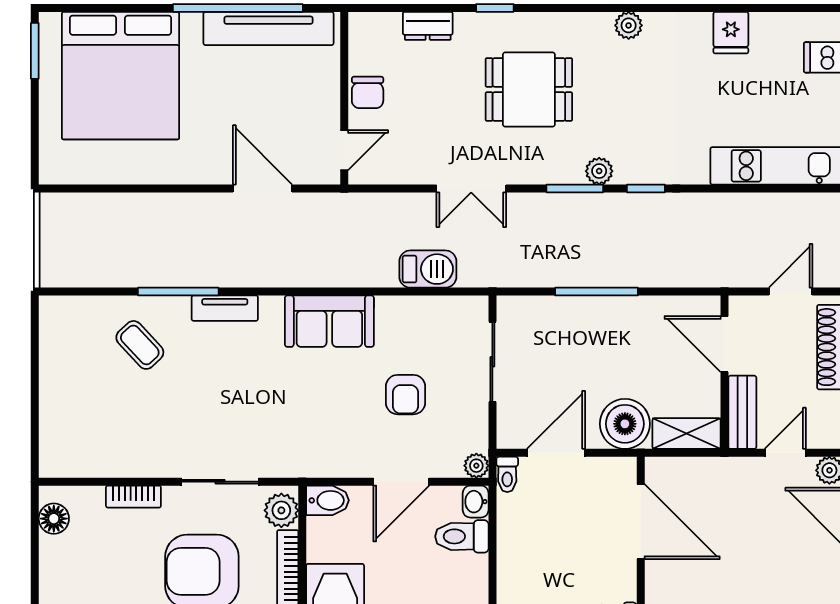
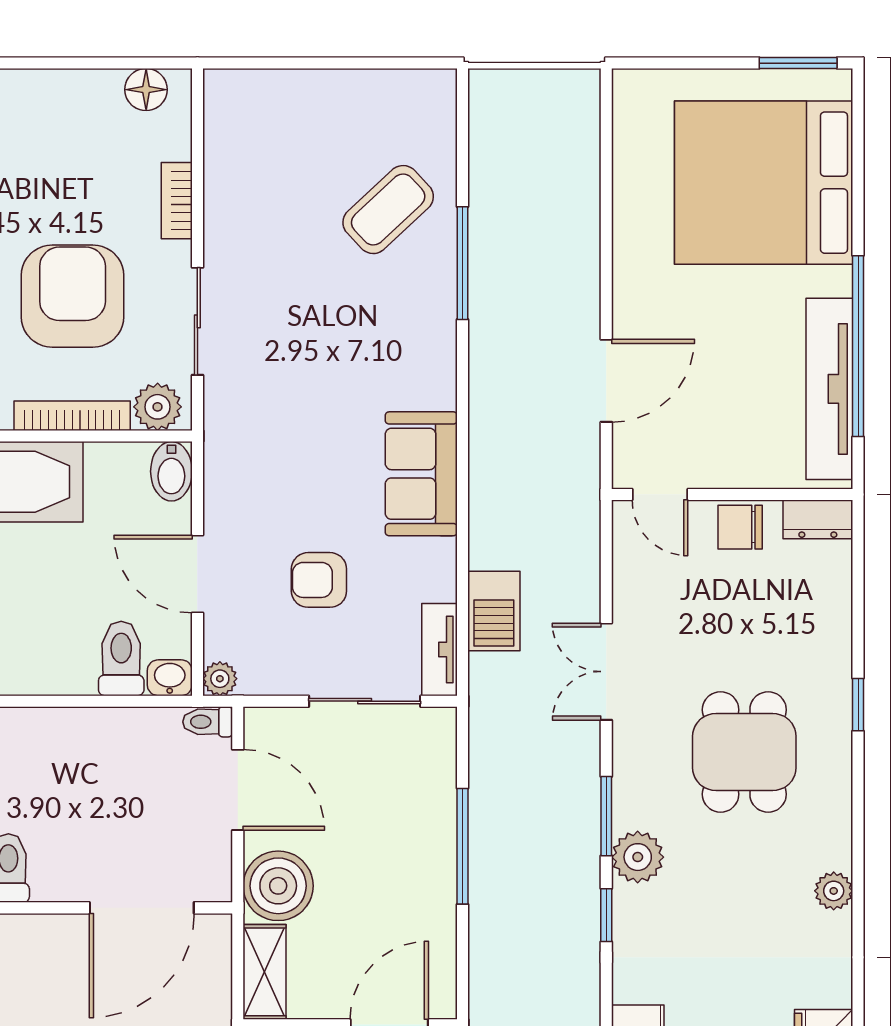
dresser: (428, 26) -> (818, 519), moved, turned -90
plant: (599, 171) -> (638, 857), width x1.38, depth x1.38
tv unit: (225, 308) -> (439, 650), moved
coffee table: (140, 345) -> (388, 210), width x1.36, depth x1.30

